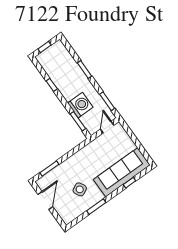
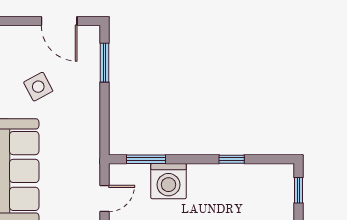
door: (107, 127) -> (104, 199), hinge flipped

